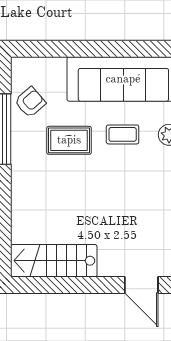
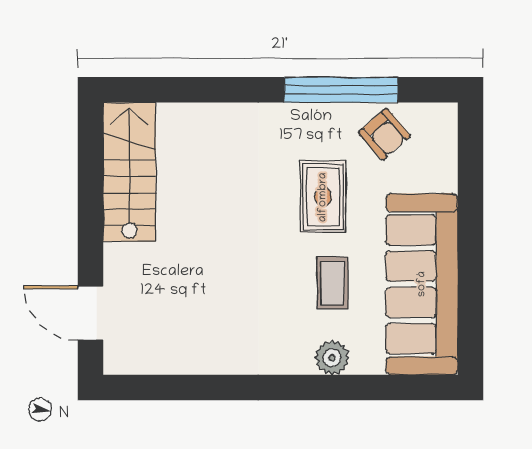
door: (141, 285) -> (90, 313), hinge flipped

